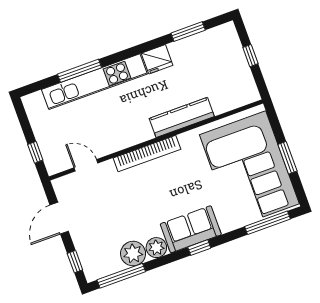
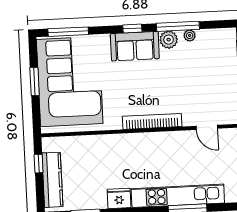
window: (250, 56) -> (39, 164), moved
kitchen counter: (182, 117) -> (52, 180), moved, turned -90
plant: (133, 254) -> (190, 35), width x0.53, depth x0.53
window: (121, 276) -> (178, 26), moved

